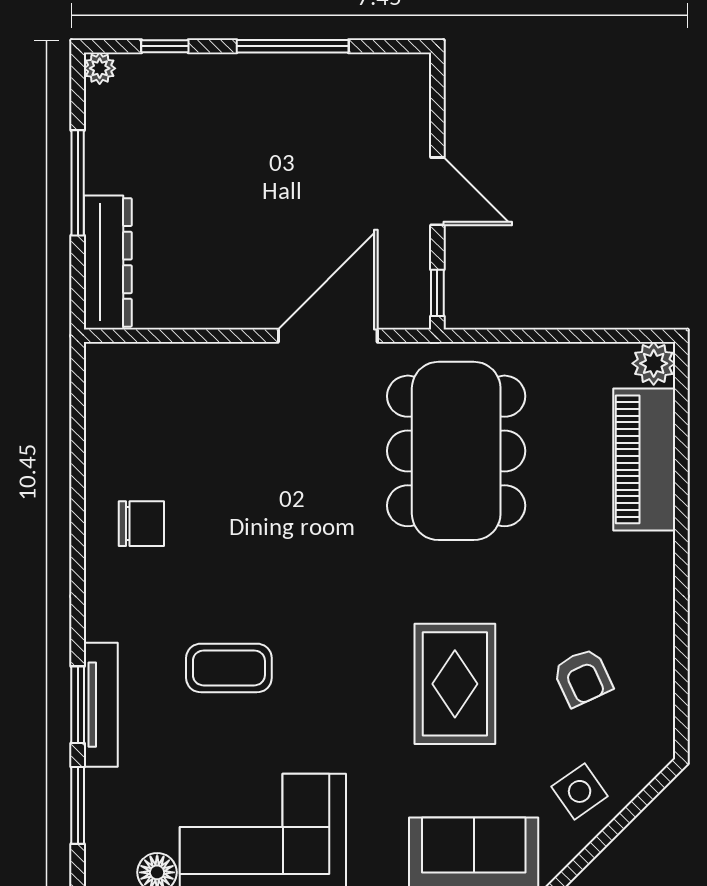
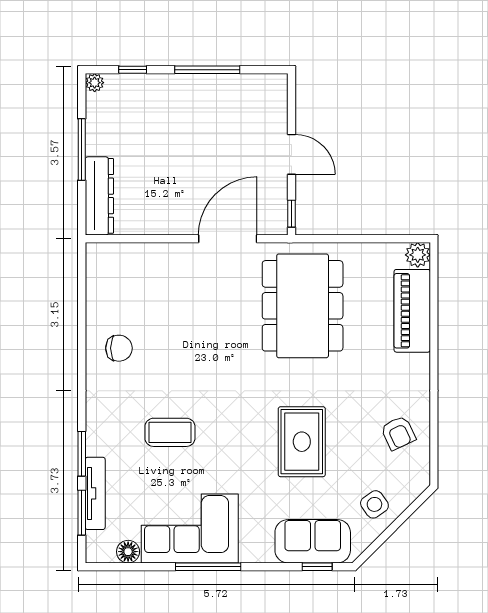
armchair: (583, 677) -> (398, 433), moved
tv unit: (101, 705) -> (95, 493), moved

